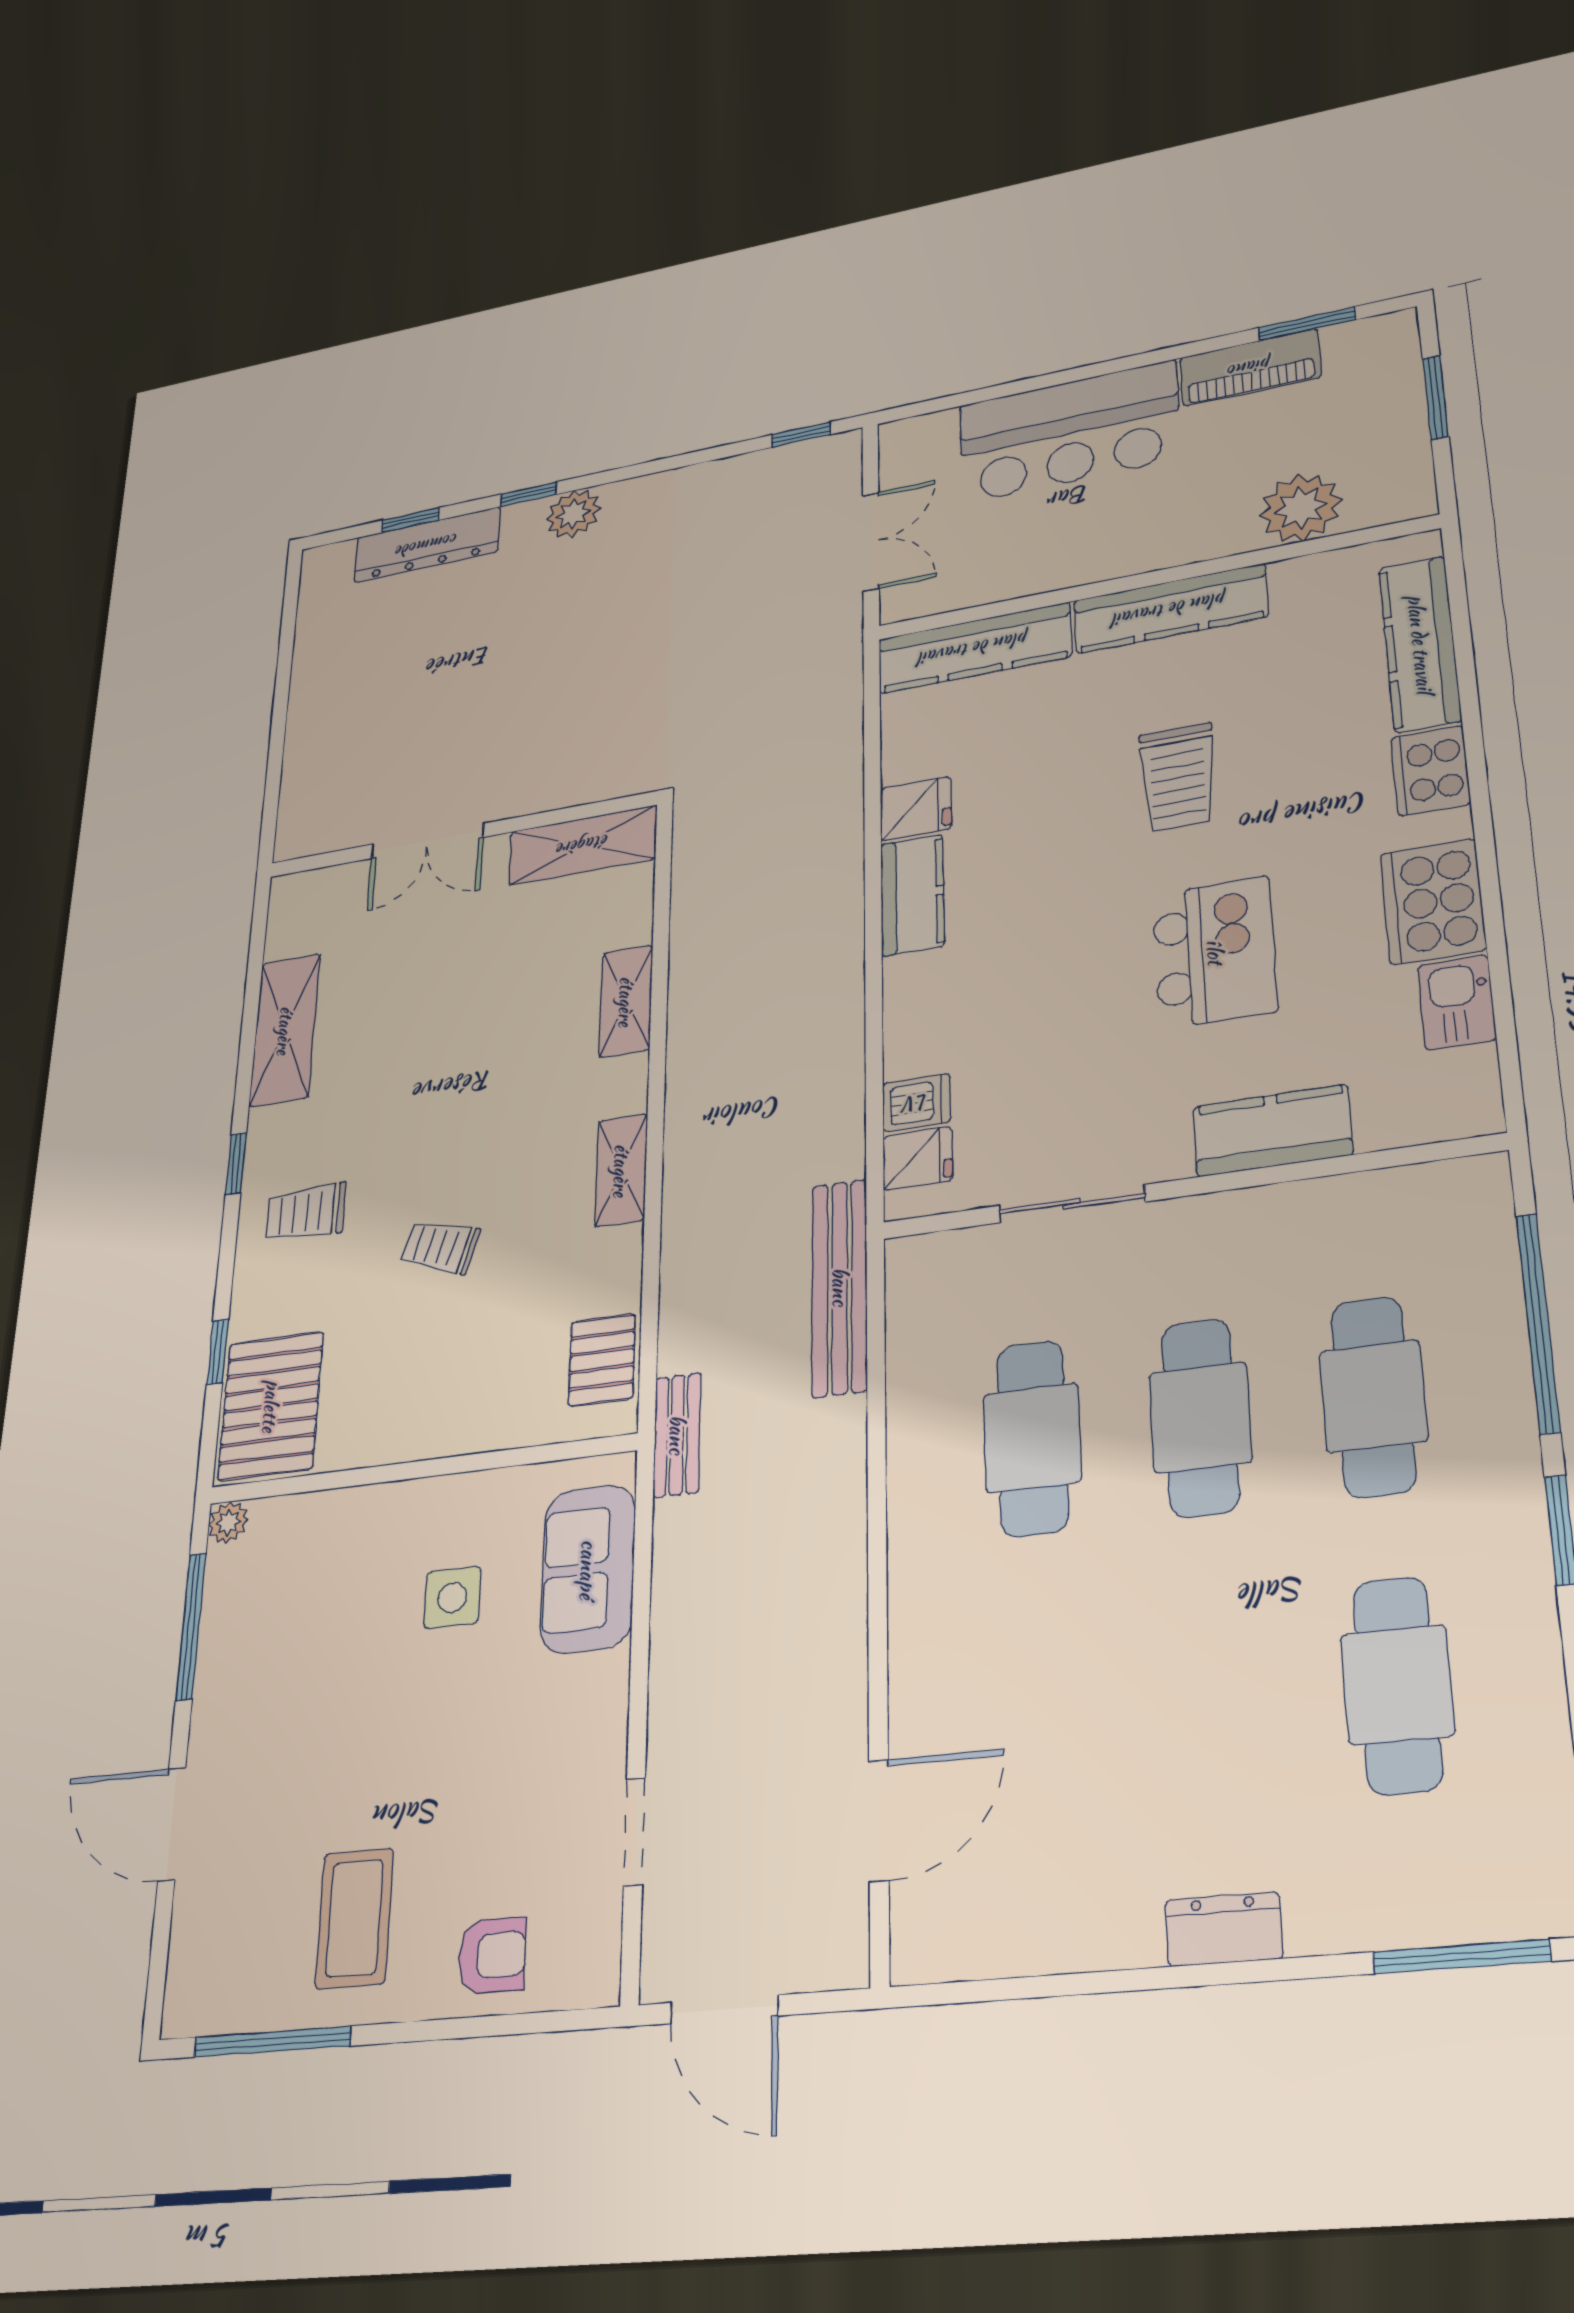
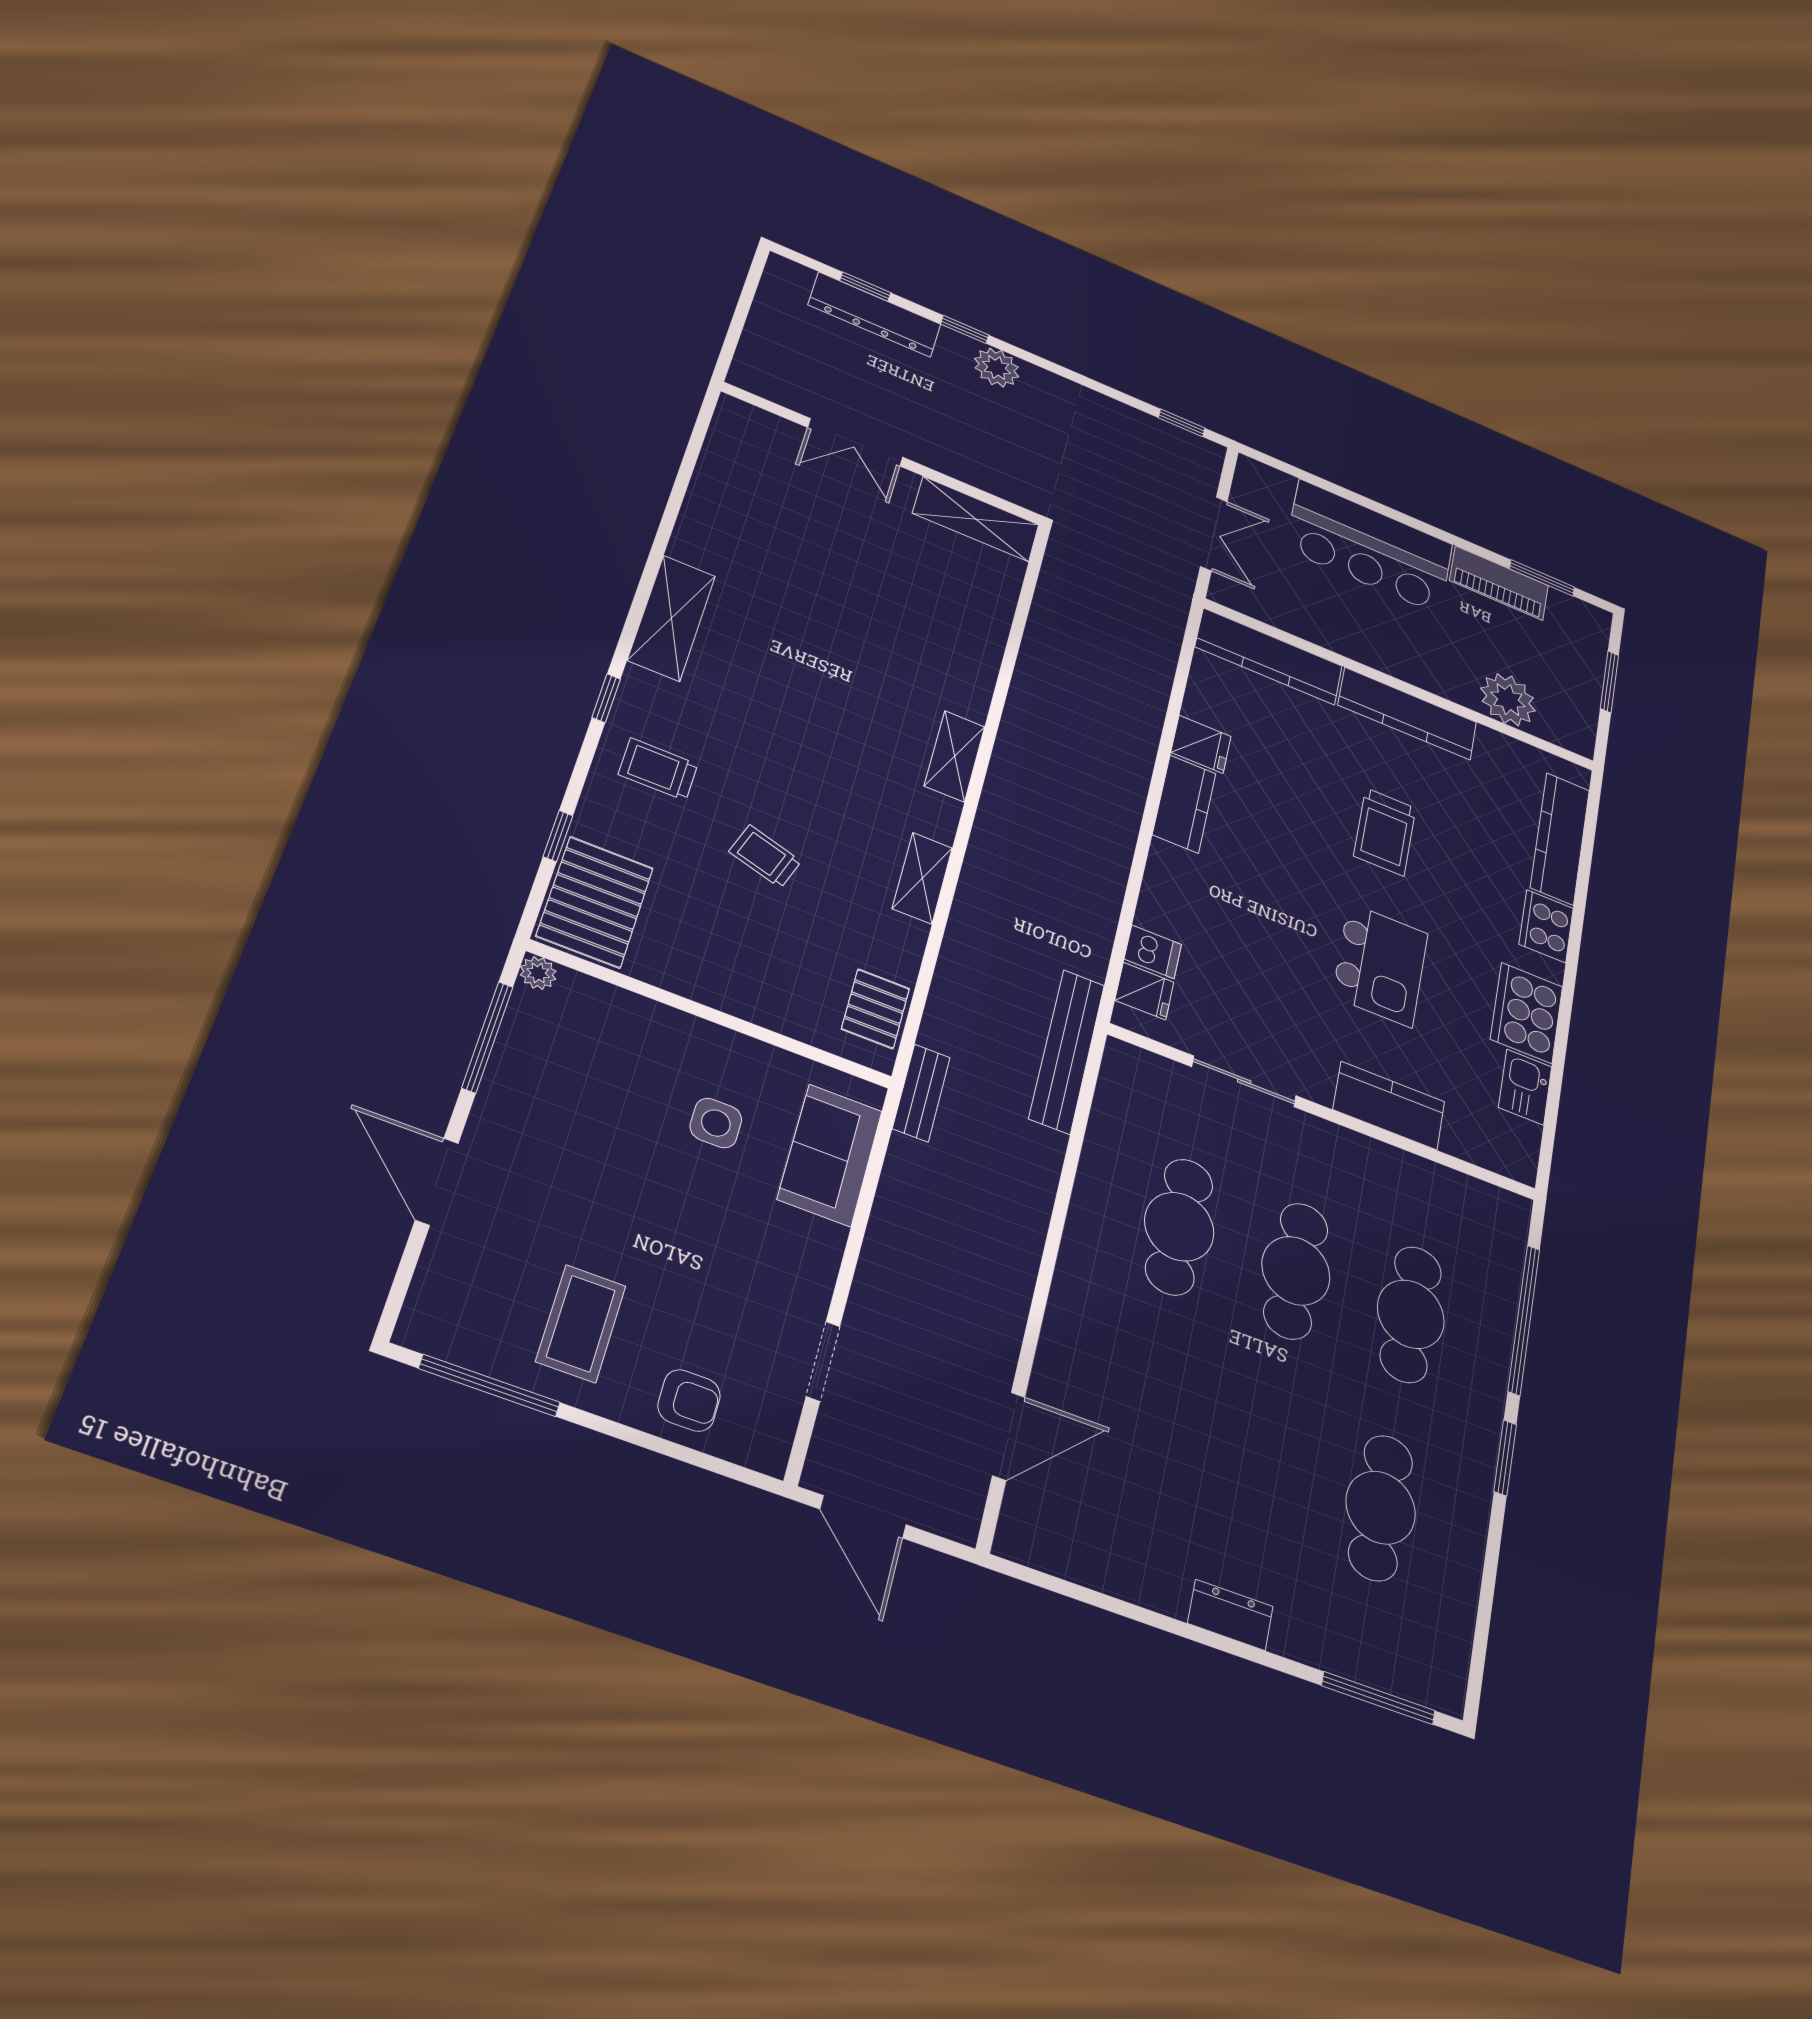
wall: (461, 835) -> (883, 454), moved
double door: (427, 841) -> (855, 442), moved
shelving: (583, 845) -> (976, 519), moved

